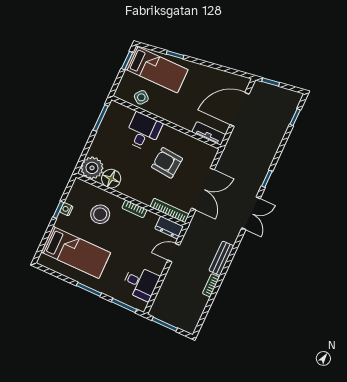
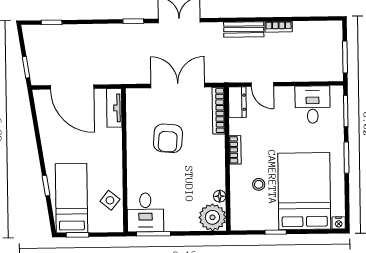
desk: (143, 132) -> (145, 212), moved, turned -90
floor lamp: (111, 179) -> (220, 196), width x0.53, depth x0.53
nightstand: (66, 209) -> (339, 223), moved
stool: (100, 214) -> (259, 184), width x0.53, depth x0.53
bed: (76, 252) -> (304, 191), width x1.50

